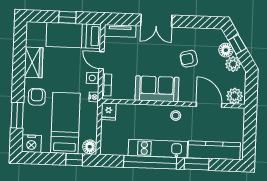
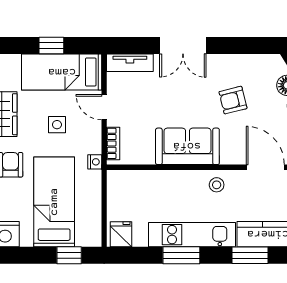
side table: (92, 78) -> (57, 125), moved
fridge: (109, 111) -> (121, 234), moved, turned 180
floor lamp: (90, 147) -> (91, 236), removed
window: (150, 162) -> (181, 255), width x0.47

